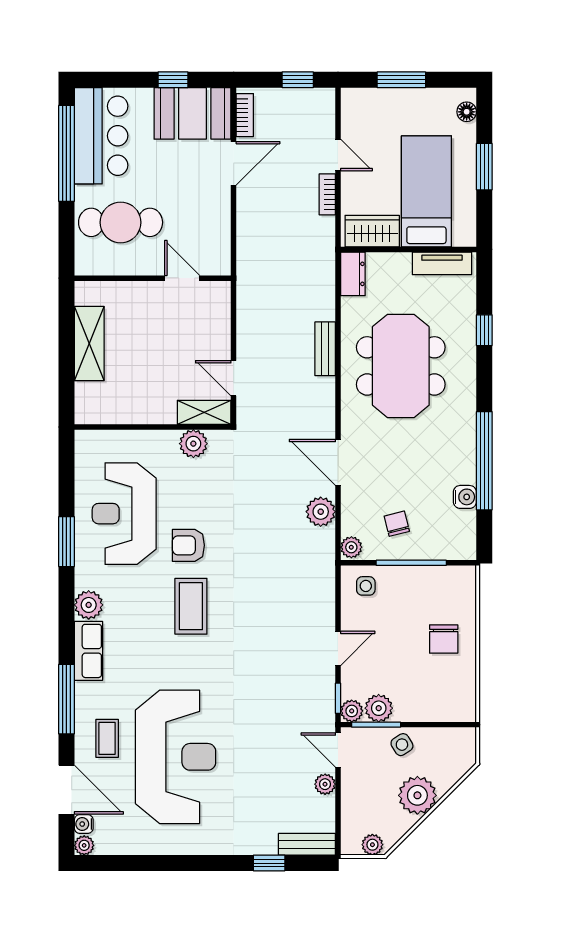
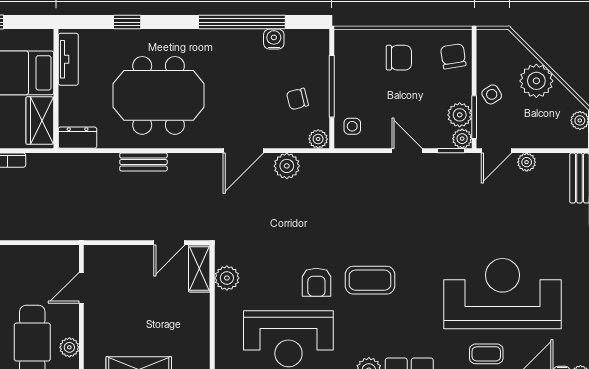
plant: (115, 265) -> (69, 347), added
chair: (445, 701) -> (453, 56), added

